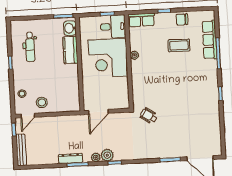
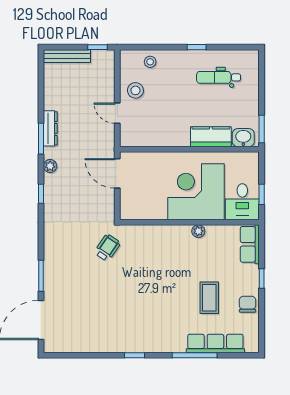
door: (28, 116) -> (117, 113), moved
plant: (107, 155) -> (53, 183), removed

